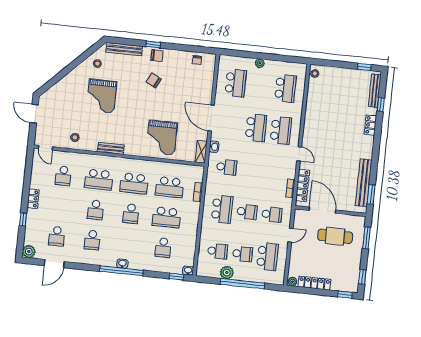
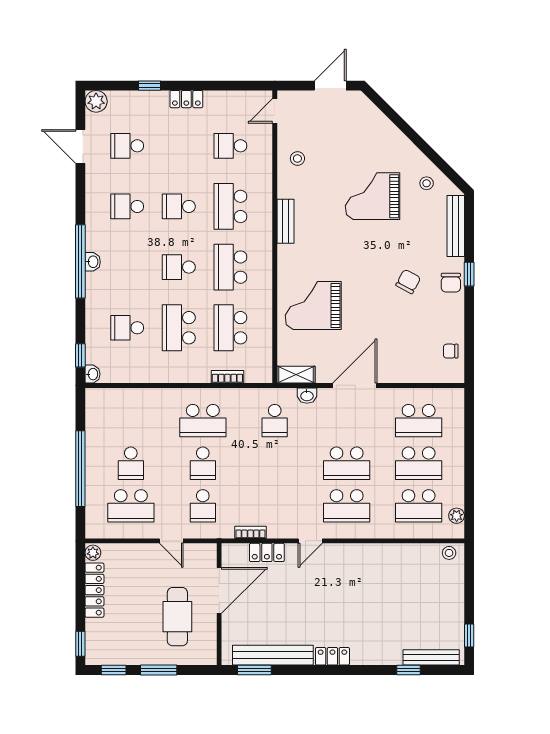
plant: (260, 63) -> (457, 516), moved
locker: (370, 125) -> (332, 656), moved
locker: (303, 186) -> (267, 552), width x0.66
window: (366, 238) -> (159, 670), moved
school desk: (218, 251) -> (419, 463), moved, width x1.85
plant: (227, 273) -> (96, 440), removed

